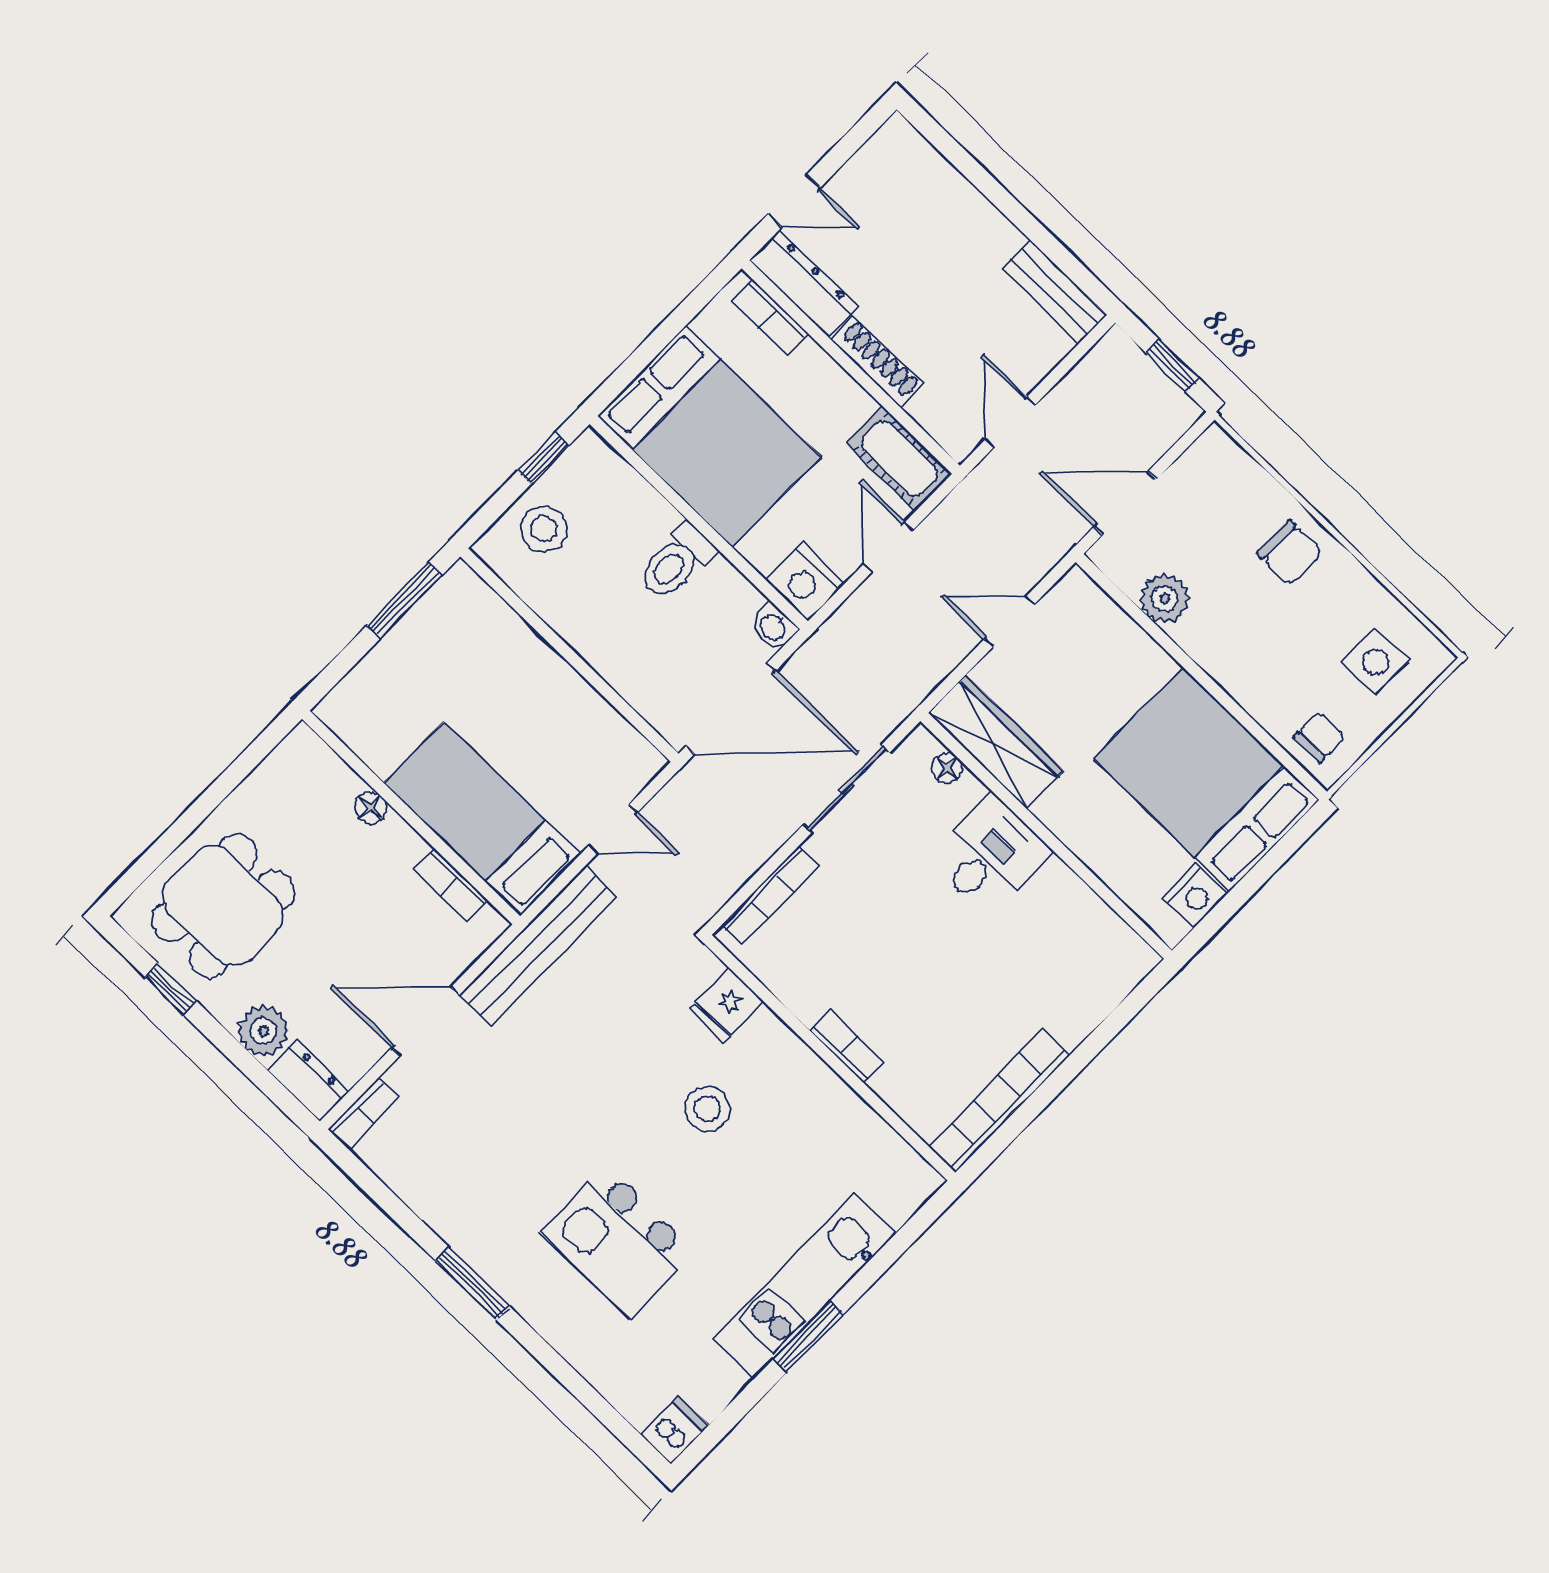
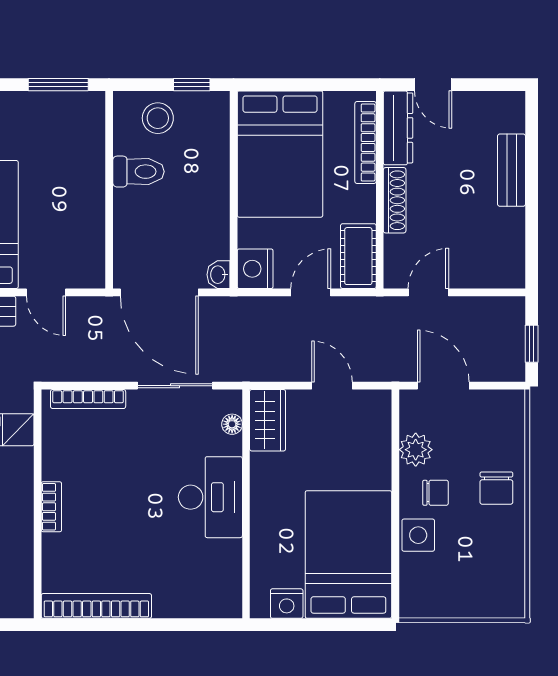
bench: (1054, 292) -> (512, 170), moved
bookcase: (770, 318) -> (365, 142), width x1.56
toilet: (676, 562) -> (138, 172), moved, turned 180
side table: (1376, 662) -> (418, 535), moved
chair: (1319, 737) -> (436, 493), moved
wardrobe: (996, 742) -> (268, 420), width x0.67
desk: (990, 855) -> (210, 497), width x1.37

